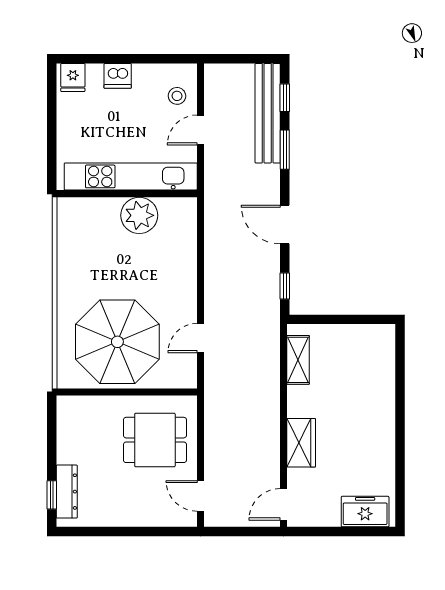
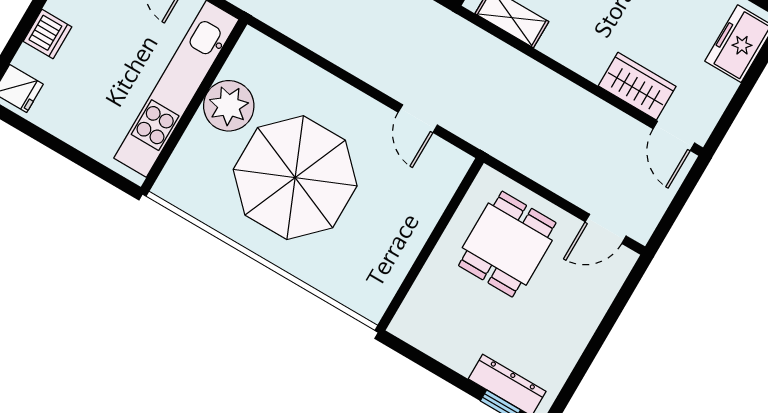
parasol: (117, 342) -> (295, 178), moved
wardrobe: (301, 443) -> (637, 86), moved

